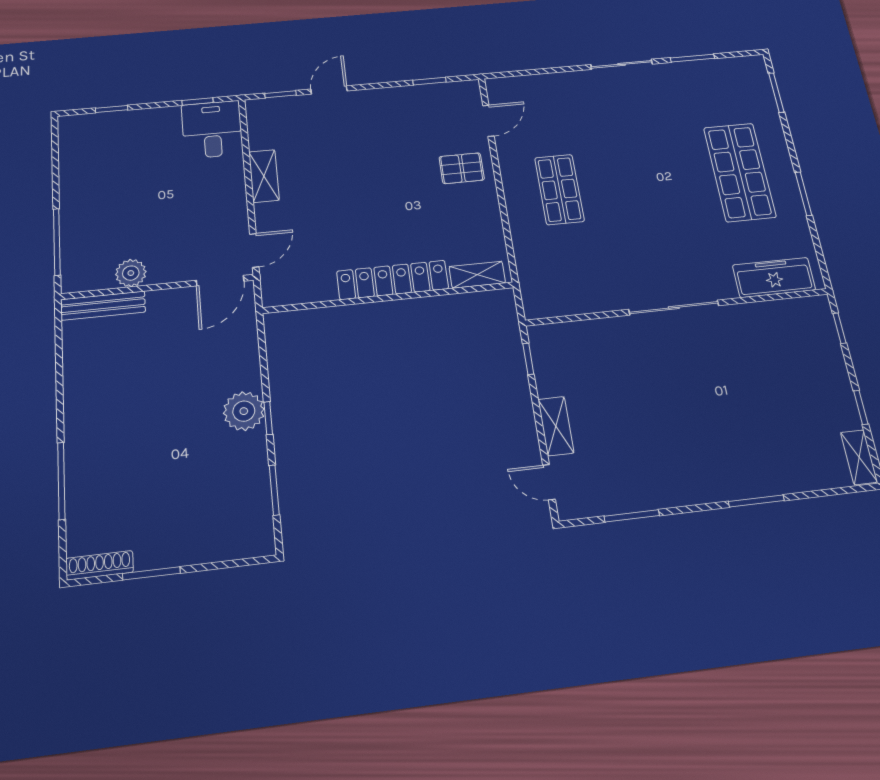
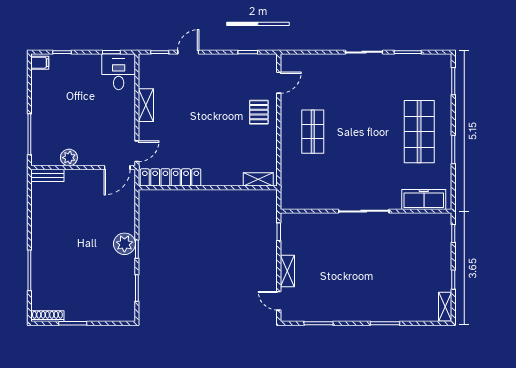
filing cabinet: (73, 128) -> (40, 63), added
pallet: (462, 168) -> (259, 112), turned 90
locker: (393, 280) -> (171, 177), moved
bench: (103, 306) -> (47, 175), width x0.73

